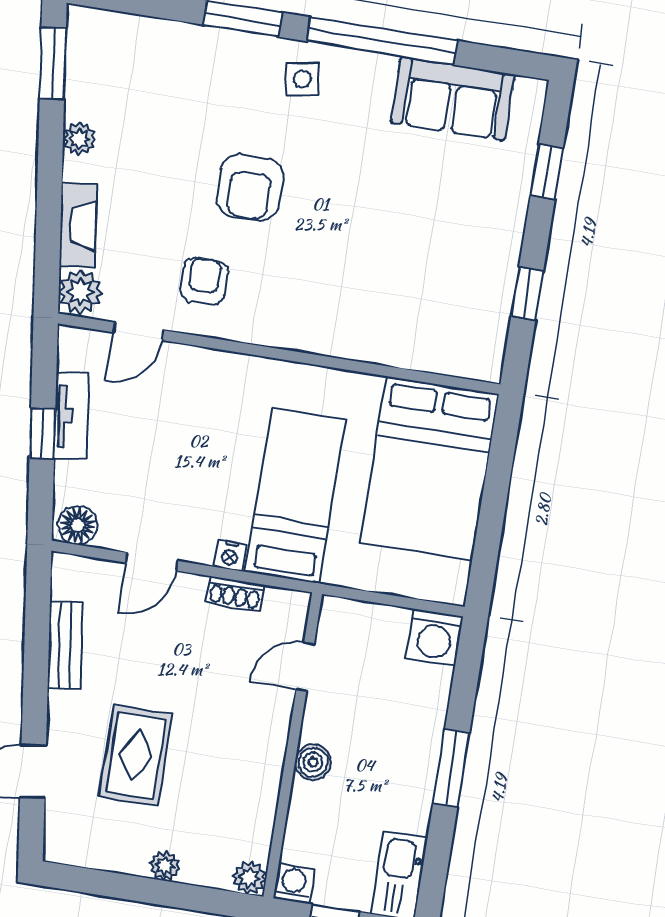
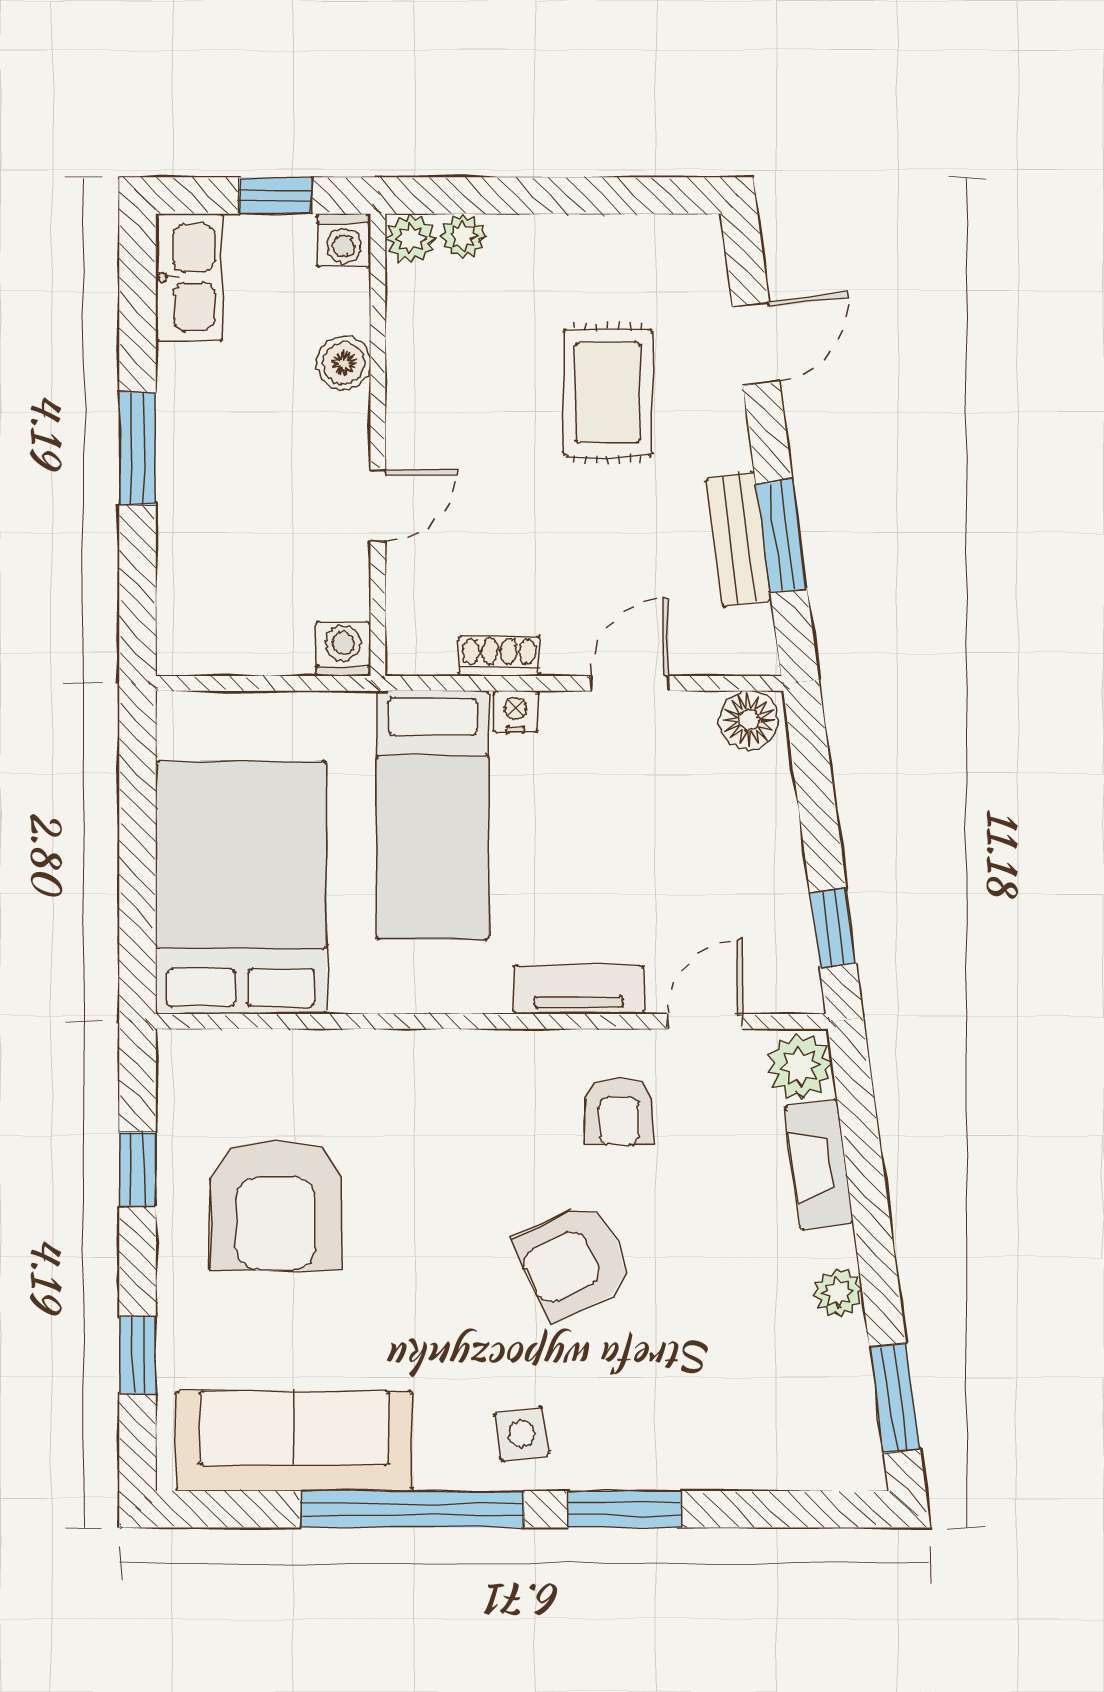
sofa: (453, 98) -> (294, 1441), width x1.36
armchair: (250, 187) -> (573, 1261), turned -115
armchair: (440, 256) -> (276, 1205), added
tv unit: (72, 416) -> (579, 990), moved, turned 98
window: (42, 434) -> (833, 928), moved
washing machine: (435, 637) -> (343, 649), moved, width x0.73, depth x0.73
window: (37, 643) -> (781, 536), added
door: (305, 667) -> (378, 505), moved
boiler: (313, 762) -> (344, 363), moved
plant: (165, 866) -> (463, 236), moved

